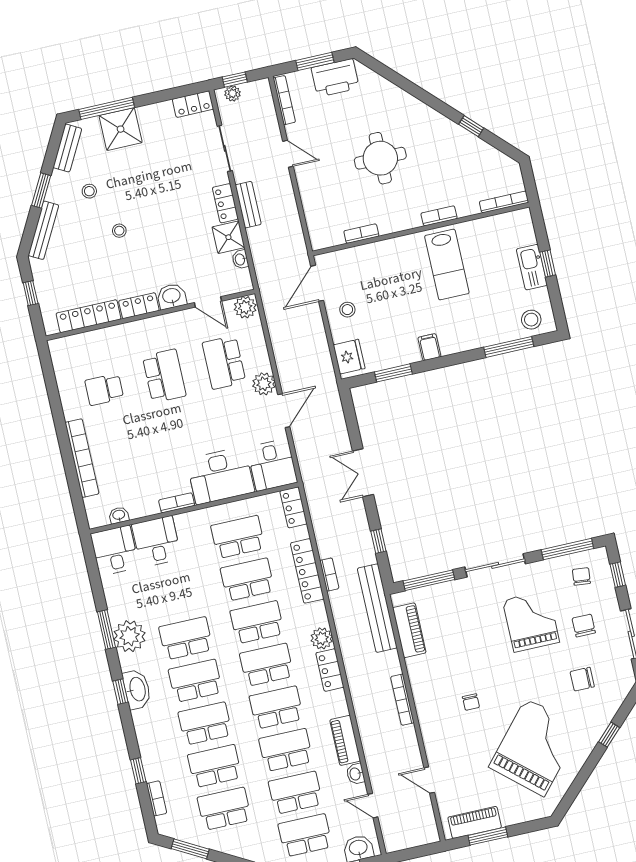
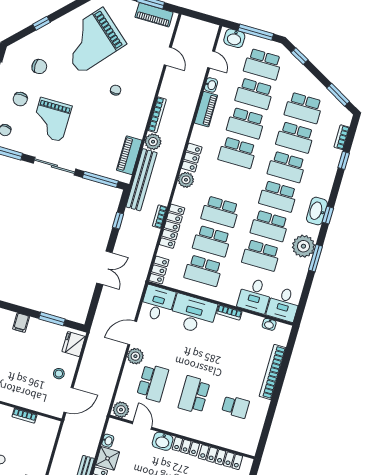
plant: (389, 663) -> (153, 142), added
school desk: (267, 665) -> (261, 255), moved

